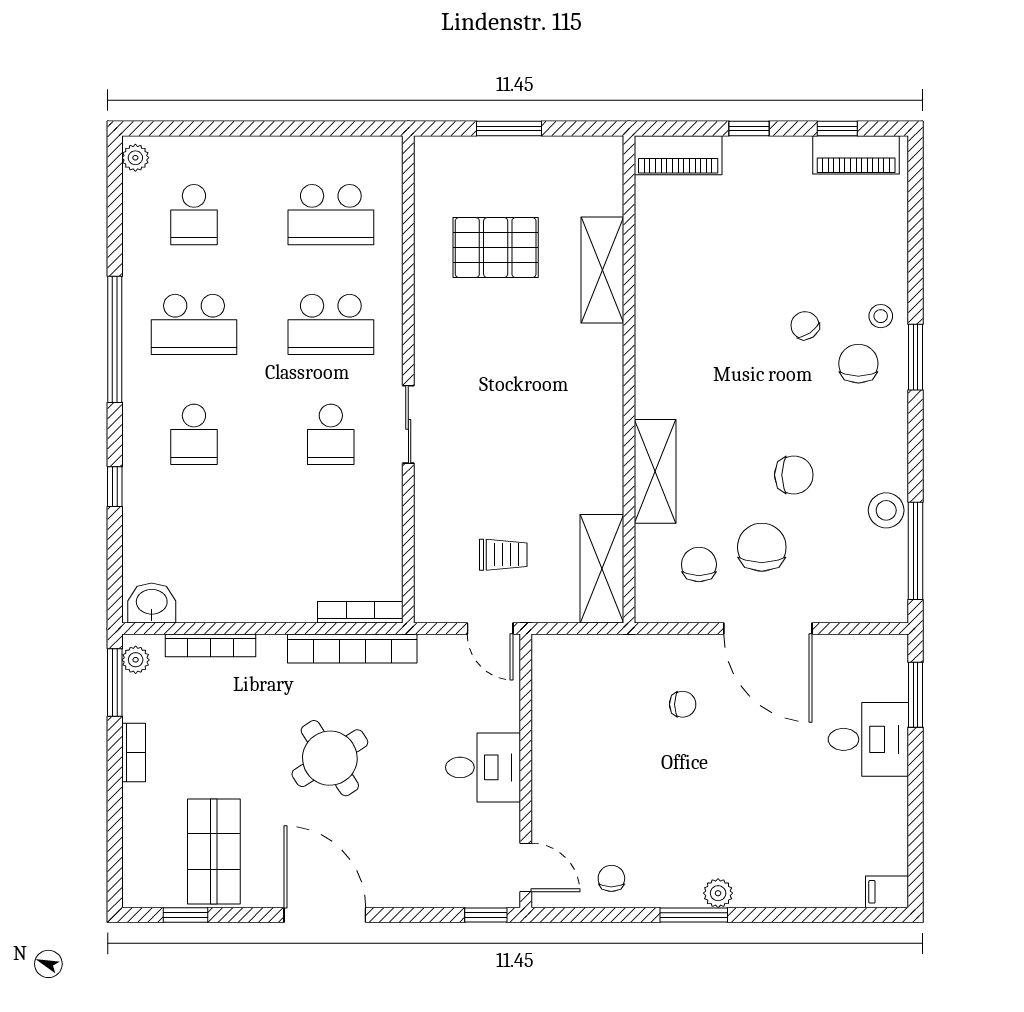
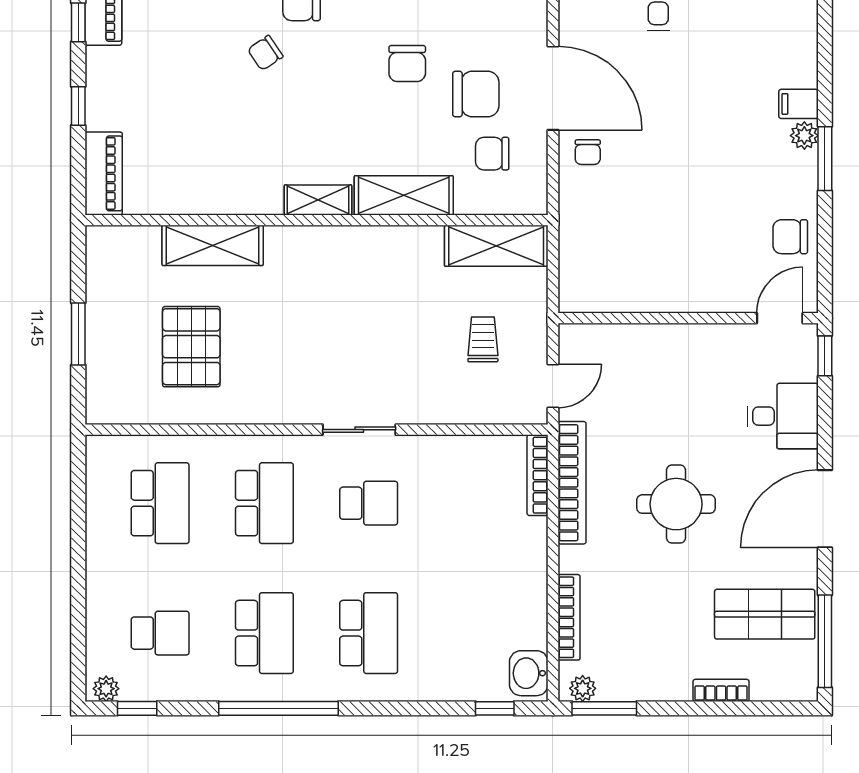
window: (115, 190) -> (137, 708), added
shelving: (650, 381) -> (318, 200), added
school desk: (194, 434) -> (369, 633), width x1.85
chair: (794, 475) -> (407, 64), turned 180
window: (115, 487) -> (495, 708), moved
chair: (762, 547) -> (476, 94), turned 180
door: (490, 628) -> (553, 386), moved
door: (768, 628) -> (553, 88), hinge flipped
chair: (683, 704) -> (588, 152), moved, turned 180
bookcase: (134, 753) -> (721, 690), moved
round table: (330, 758) -> (676, 504), turned 33
desk: (483, 767) -> (783, 416), moved, turned 90
chair: (611, 878) -> (790, 237), width x1.37, depth x1.37
filing cabinet: (751, 887) -> (799, 104), added
window: (185, 915) -> (825, 641), width x2.17

